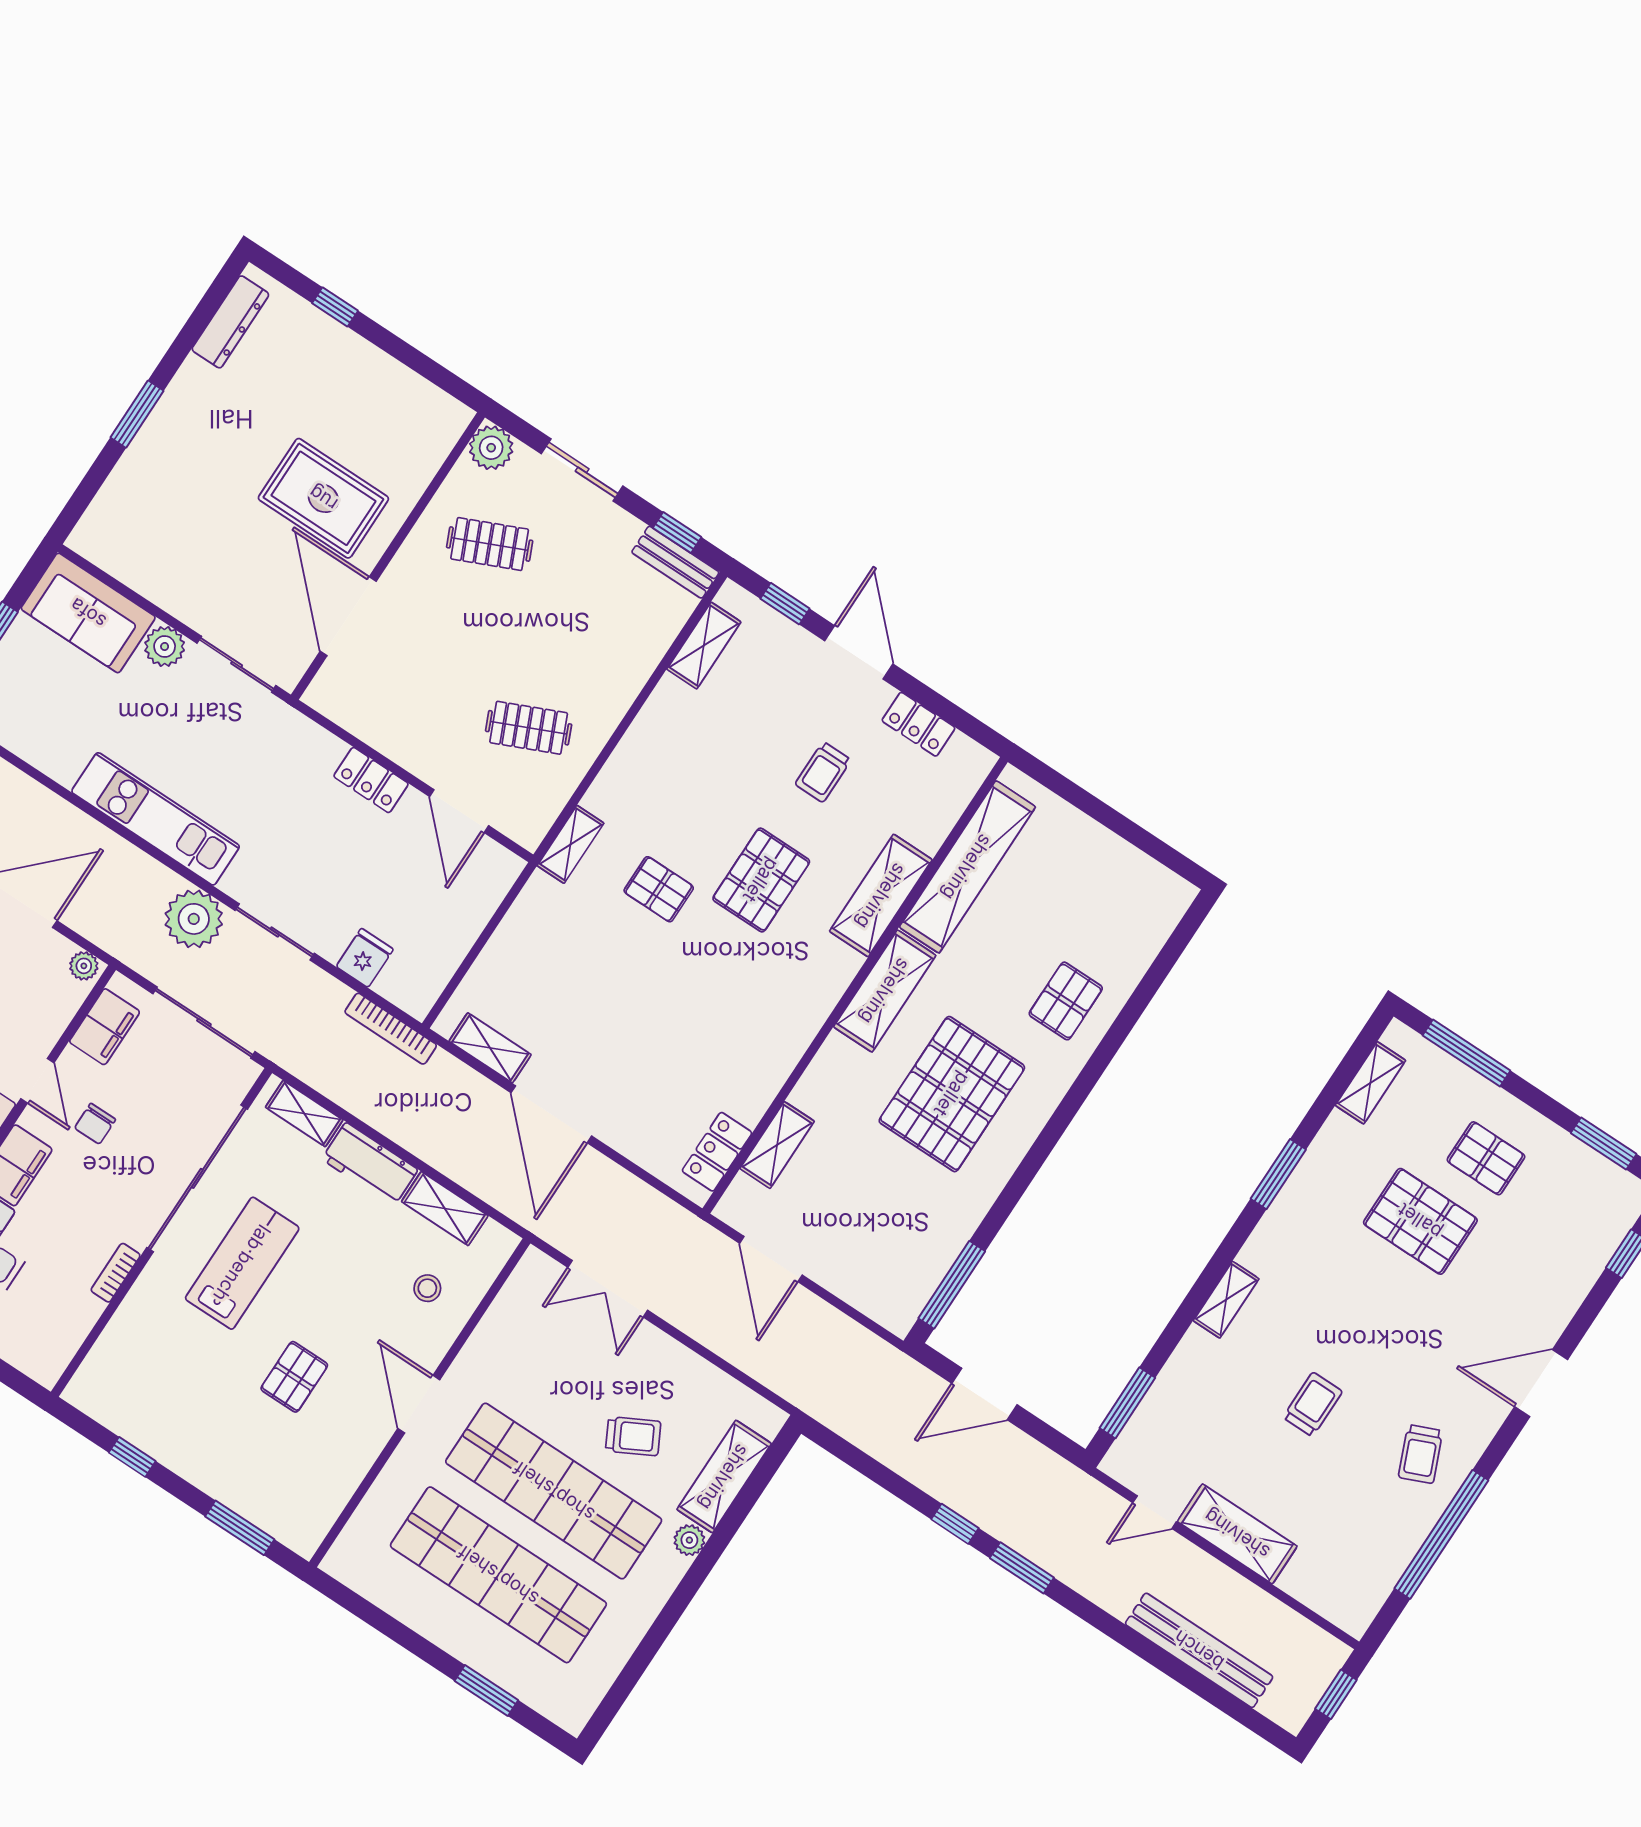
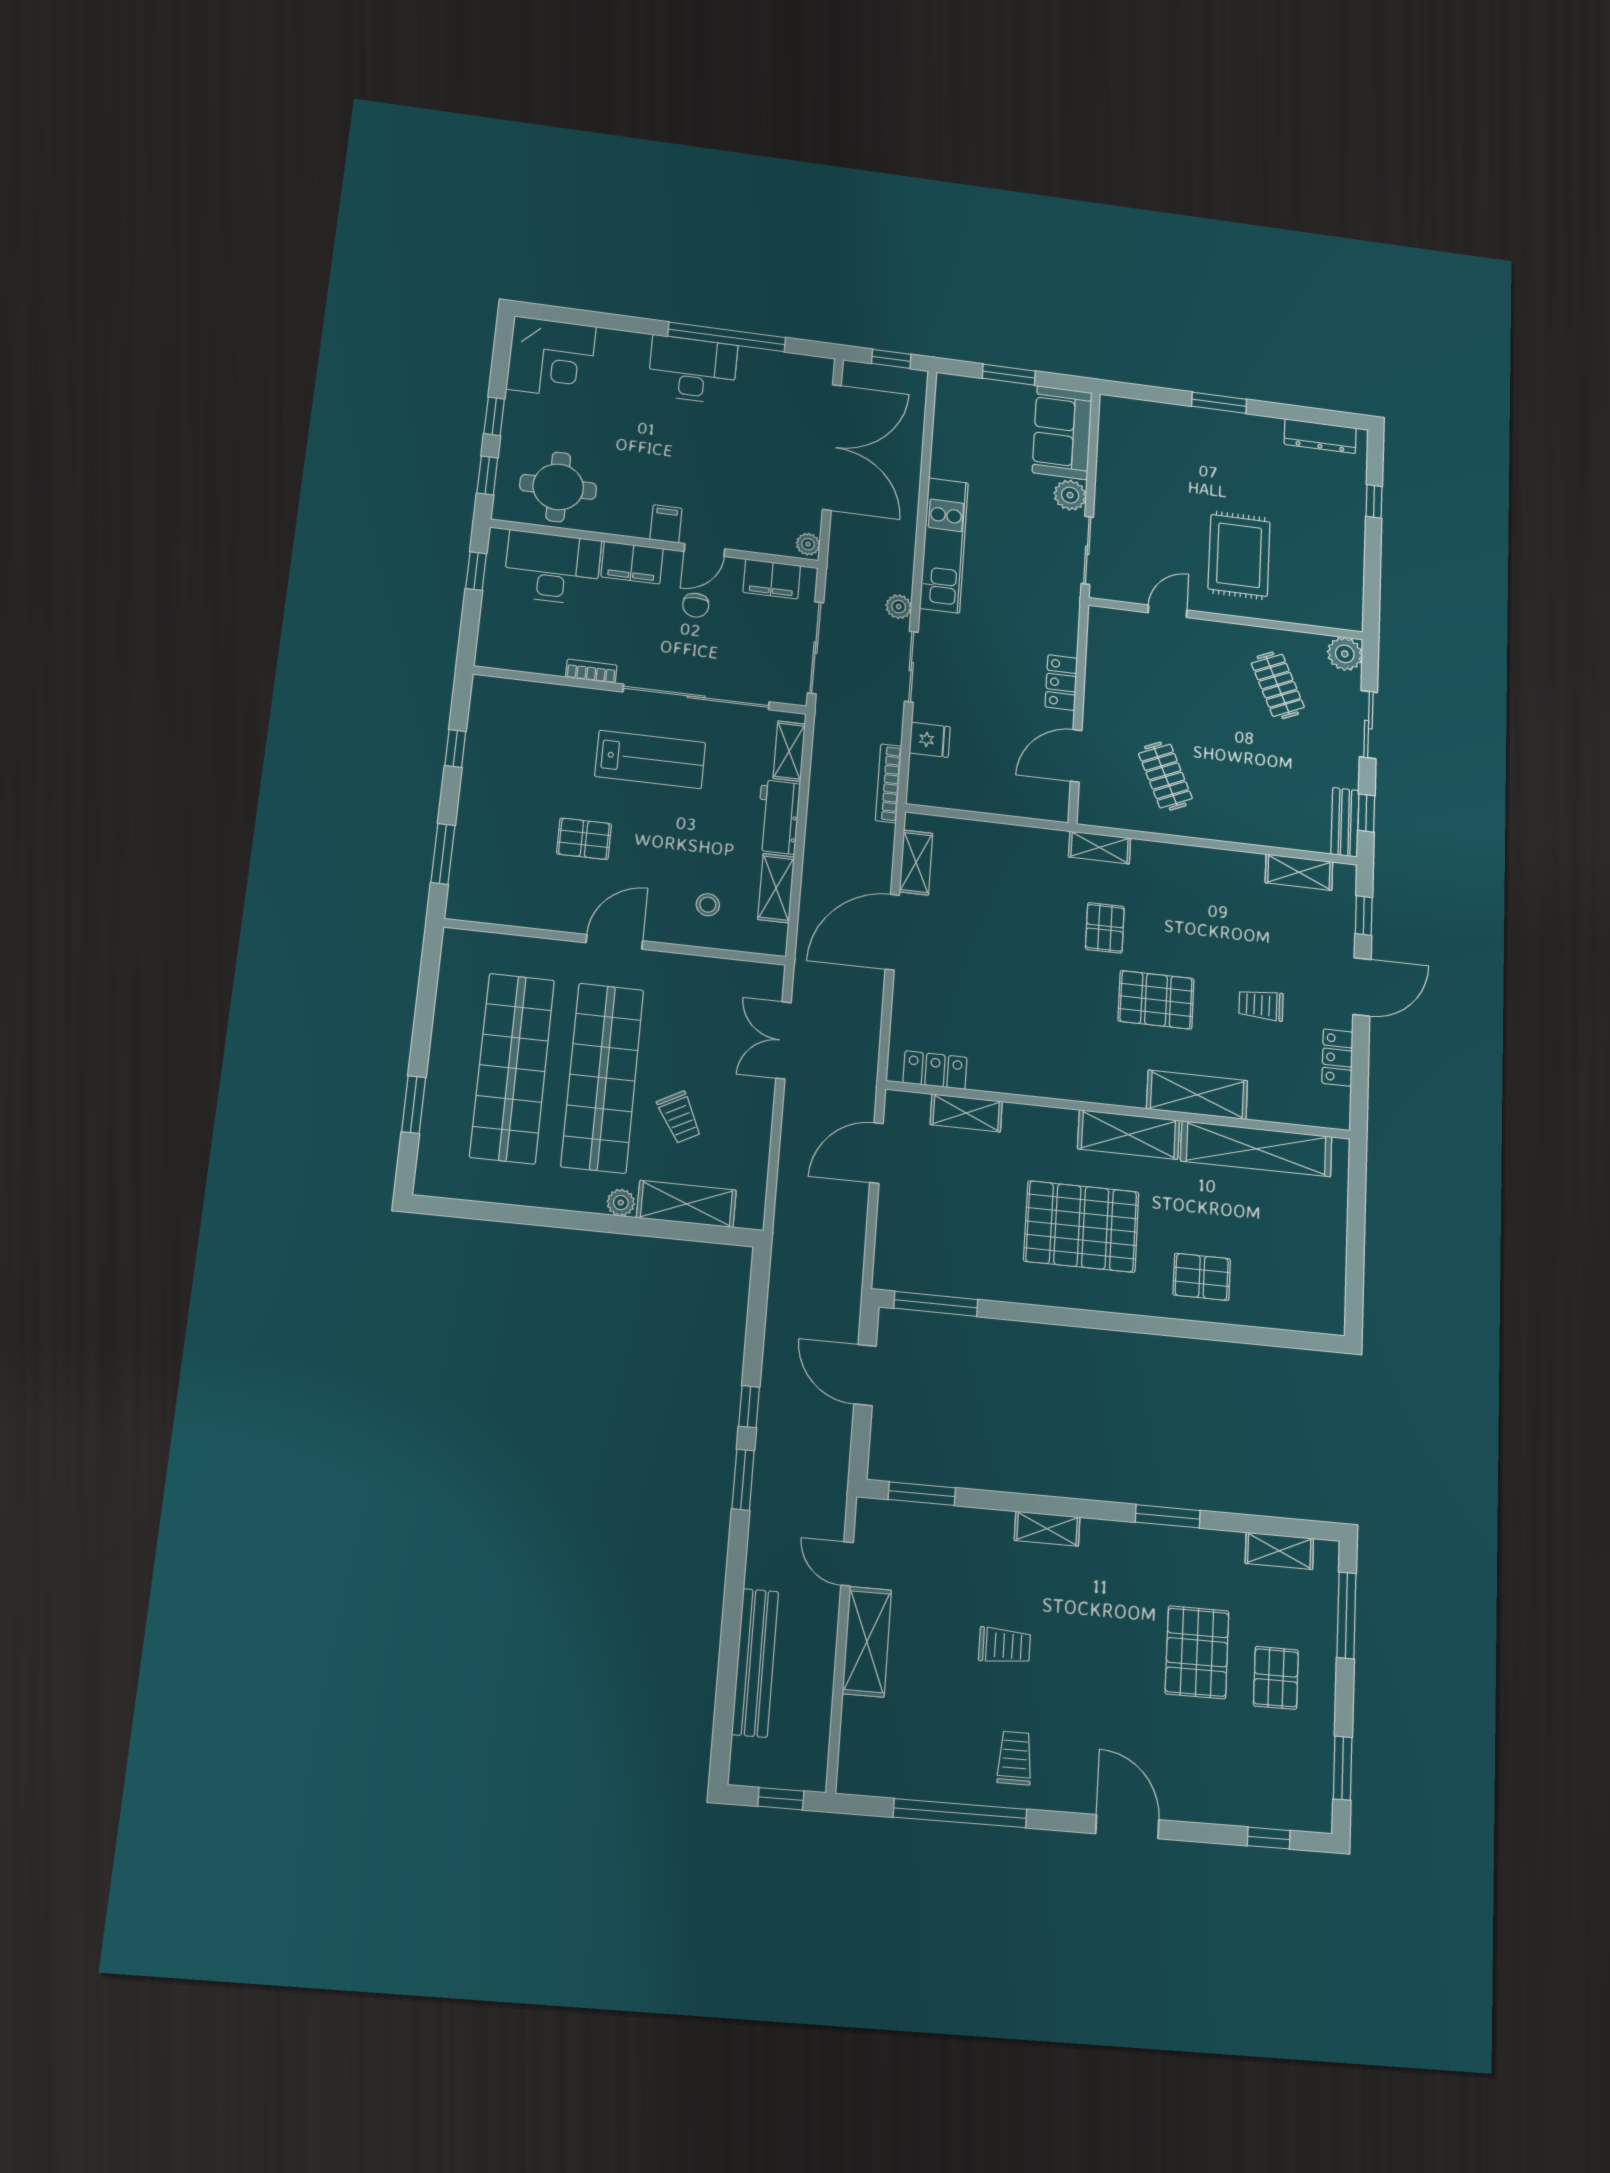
door: (348, 616) -> (1168, 611), width x0.53
plant: (194, 919) -> (899, 607), width x0.53, depth x0.53
chair: (95, 1124) -> (696, 605), turned -90
trolley: (1421, 1454) -> (1015, 1758), turned 113

